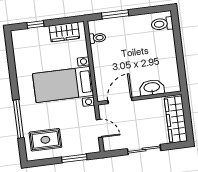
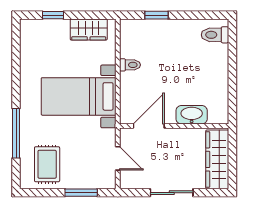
window: (115, 14) -> (156, 15), width x0.67
toilet: (97, 38) -> (130, 65), moved
rug: (45, 140) -> (47, 164), turned 90

